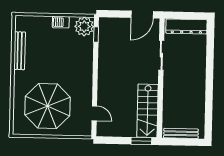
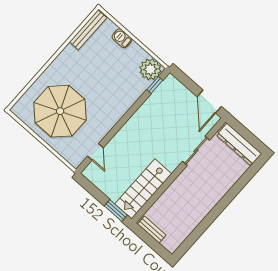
door: (142, 15) -> (209, 102), hinge flipped
barbecue: (61, 22) -> (122, 38), moved
bench: (20, 51) -> (88, 30), moved
bench: (181, 133) -> (152, 230), width x0.73

